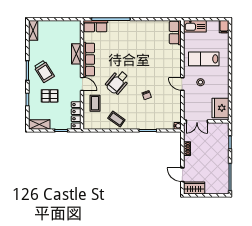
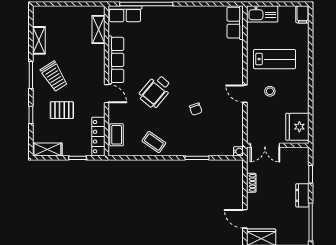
shelving: (33, 30) -> (39, 40), moved
shelving: (76, 54) -> (98, 29), moved
lab bench: (204, 59) -> (275, 59), turned 180
coffee table: (95, 103) -> (117, 135), moved
dresser: (224, 158) -> (302, 195), added

